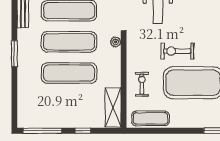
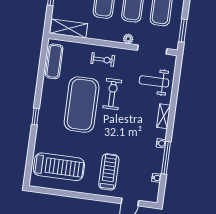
exercise bike: (142, 84) -> (103, 60), moved

